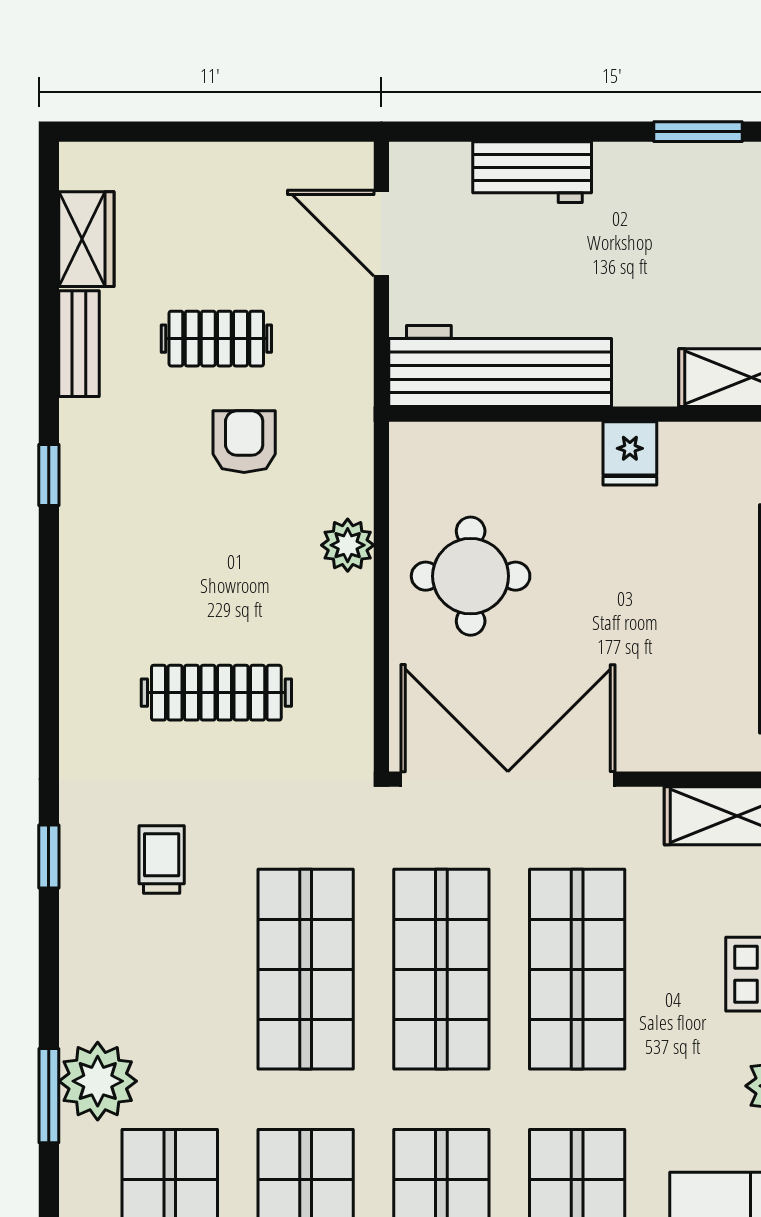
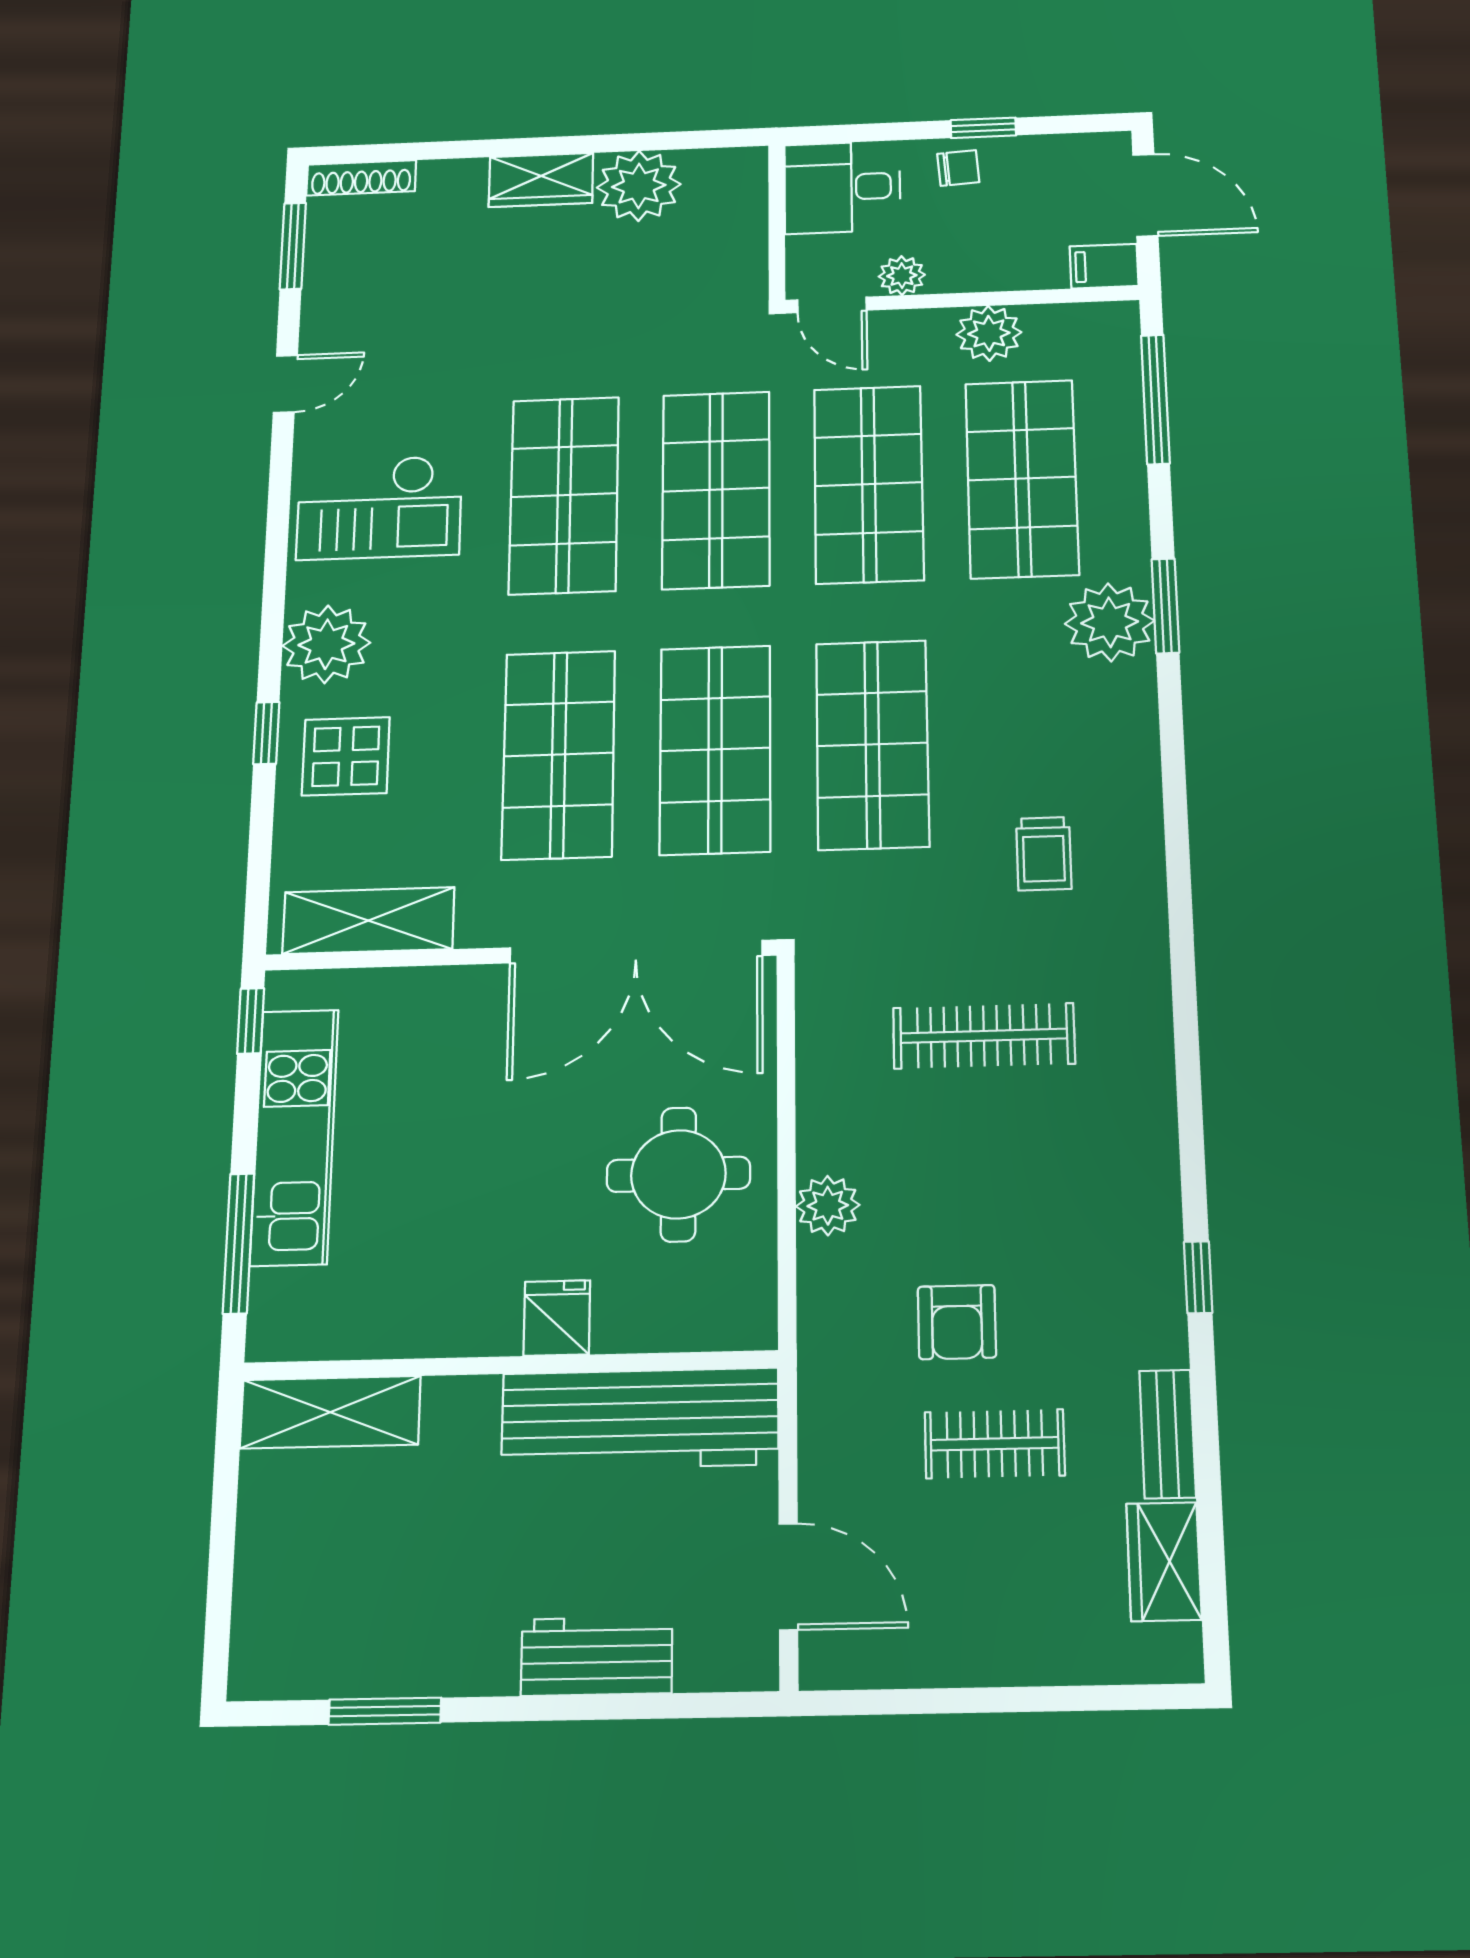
fridge: (630, 453) -> (557, 1318), moved
window: (49, 856) -> (1177, 853), removed

